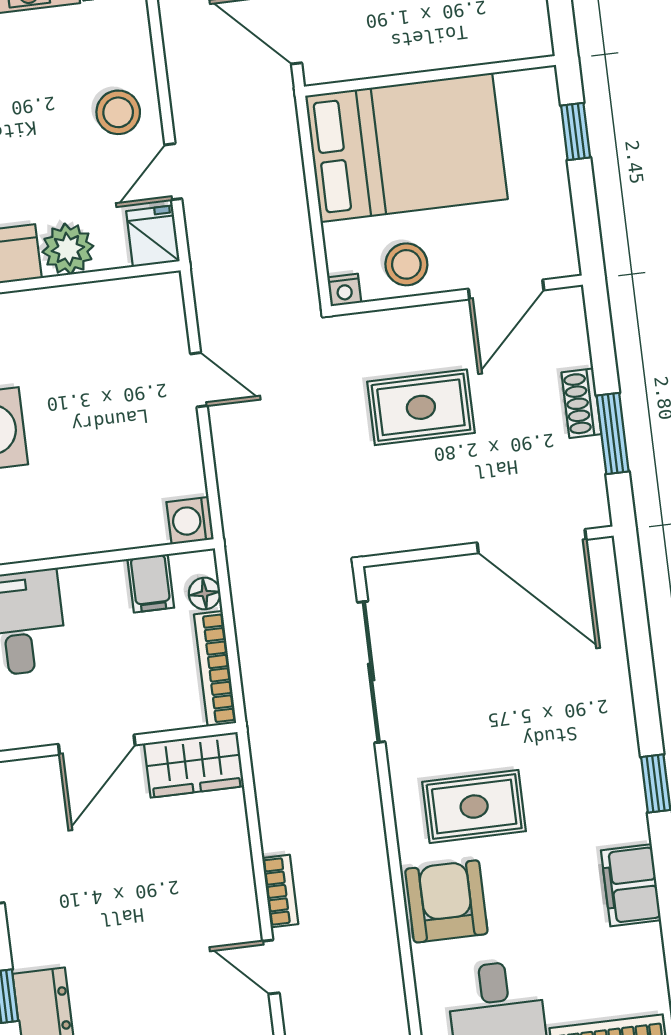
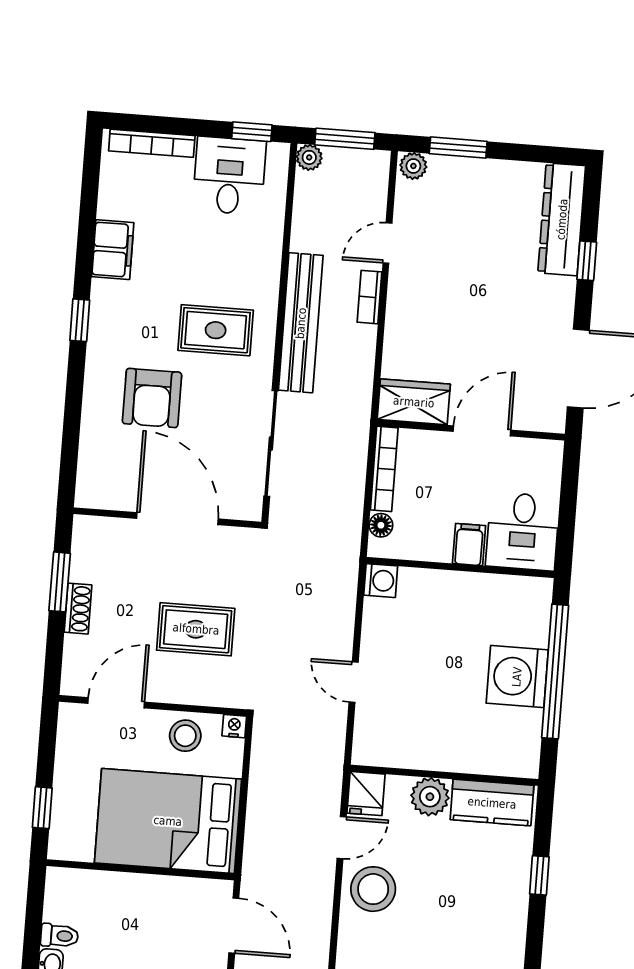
stool: (118, 112) -> (373, 889), width x1.38, depth x1.38
door: (532, 541) -> (177, 519), moved
filing cabinet: (151, 583) -> (469, 545), moved
bench: (364, 839) -> (301, 323), added
armchair: (446, 901) -> (152, 398), moved
door: (271, 967) -> (387, 243), swing flipped

